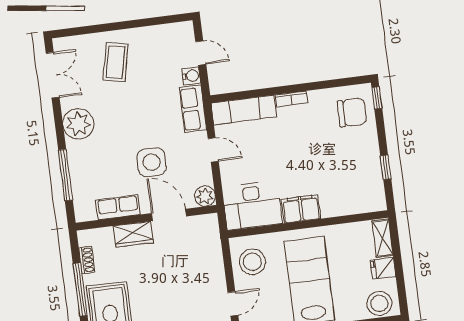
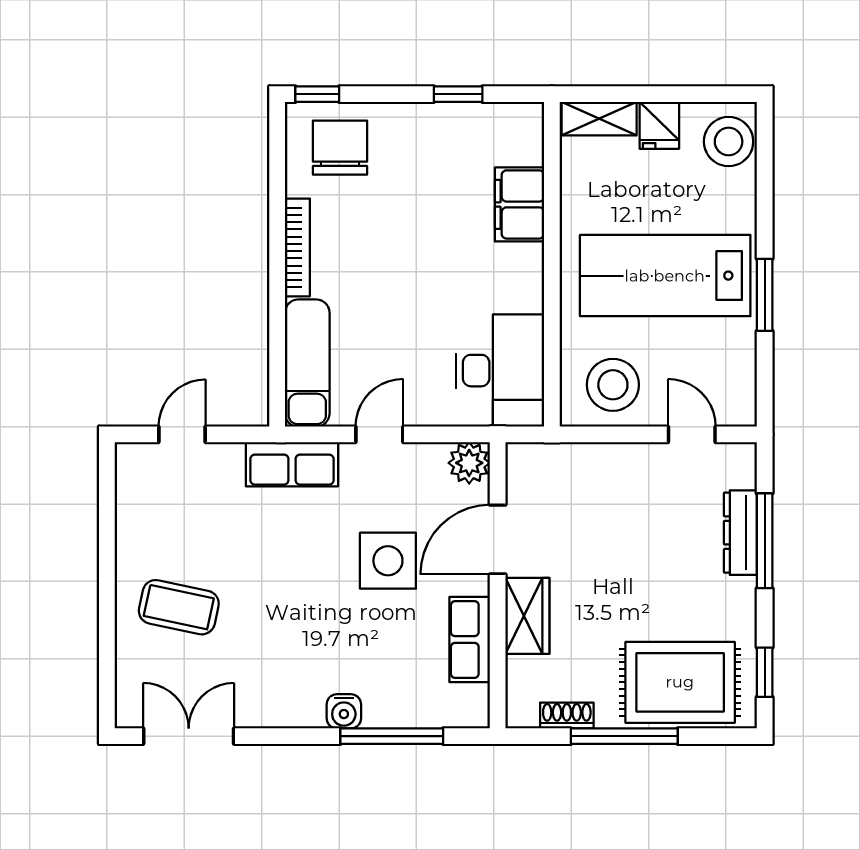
water cooler: (191, 76) -> (344, 711), moved, turned 180
bookcase: (291, 99) -> (297, 247), width x1.56
plant: (78, 124) -> (293, 697), removed
filing cabinet: (301, 209) -> (519, 204), moved

